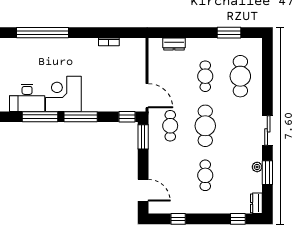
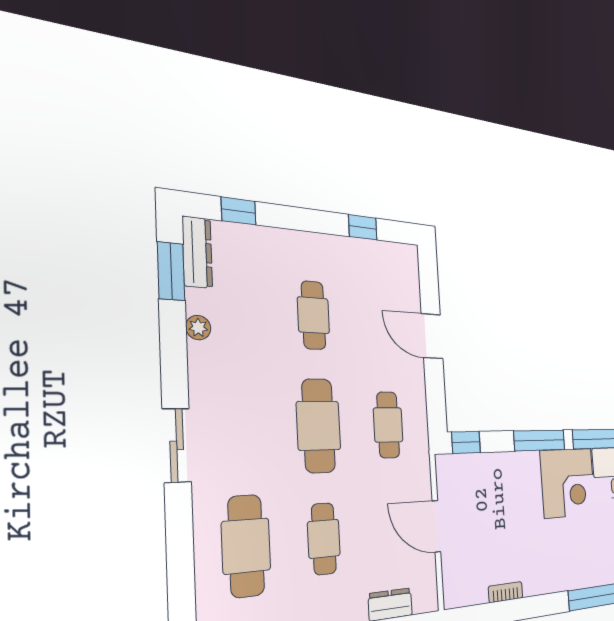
door: (147, 96) -> (436, 526), moved
sliding door: (267, 130) -> (177, 445), moved
window: (143, 137) -> (436, 401), removed
window: (267, 173) -> (171, 271), moved
door: (143, 190) -> (432, 336), moved
dresser: (256, 203) -> (197, 252), width x1.44

